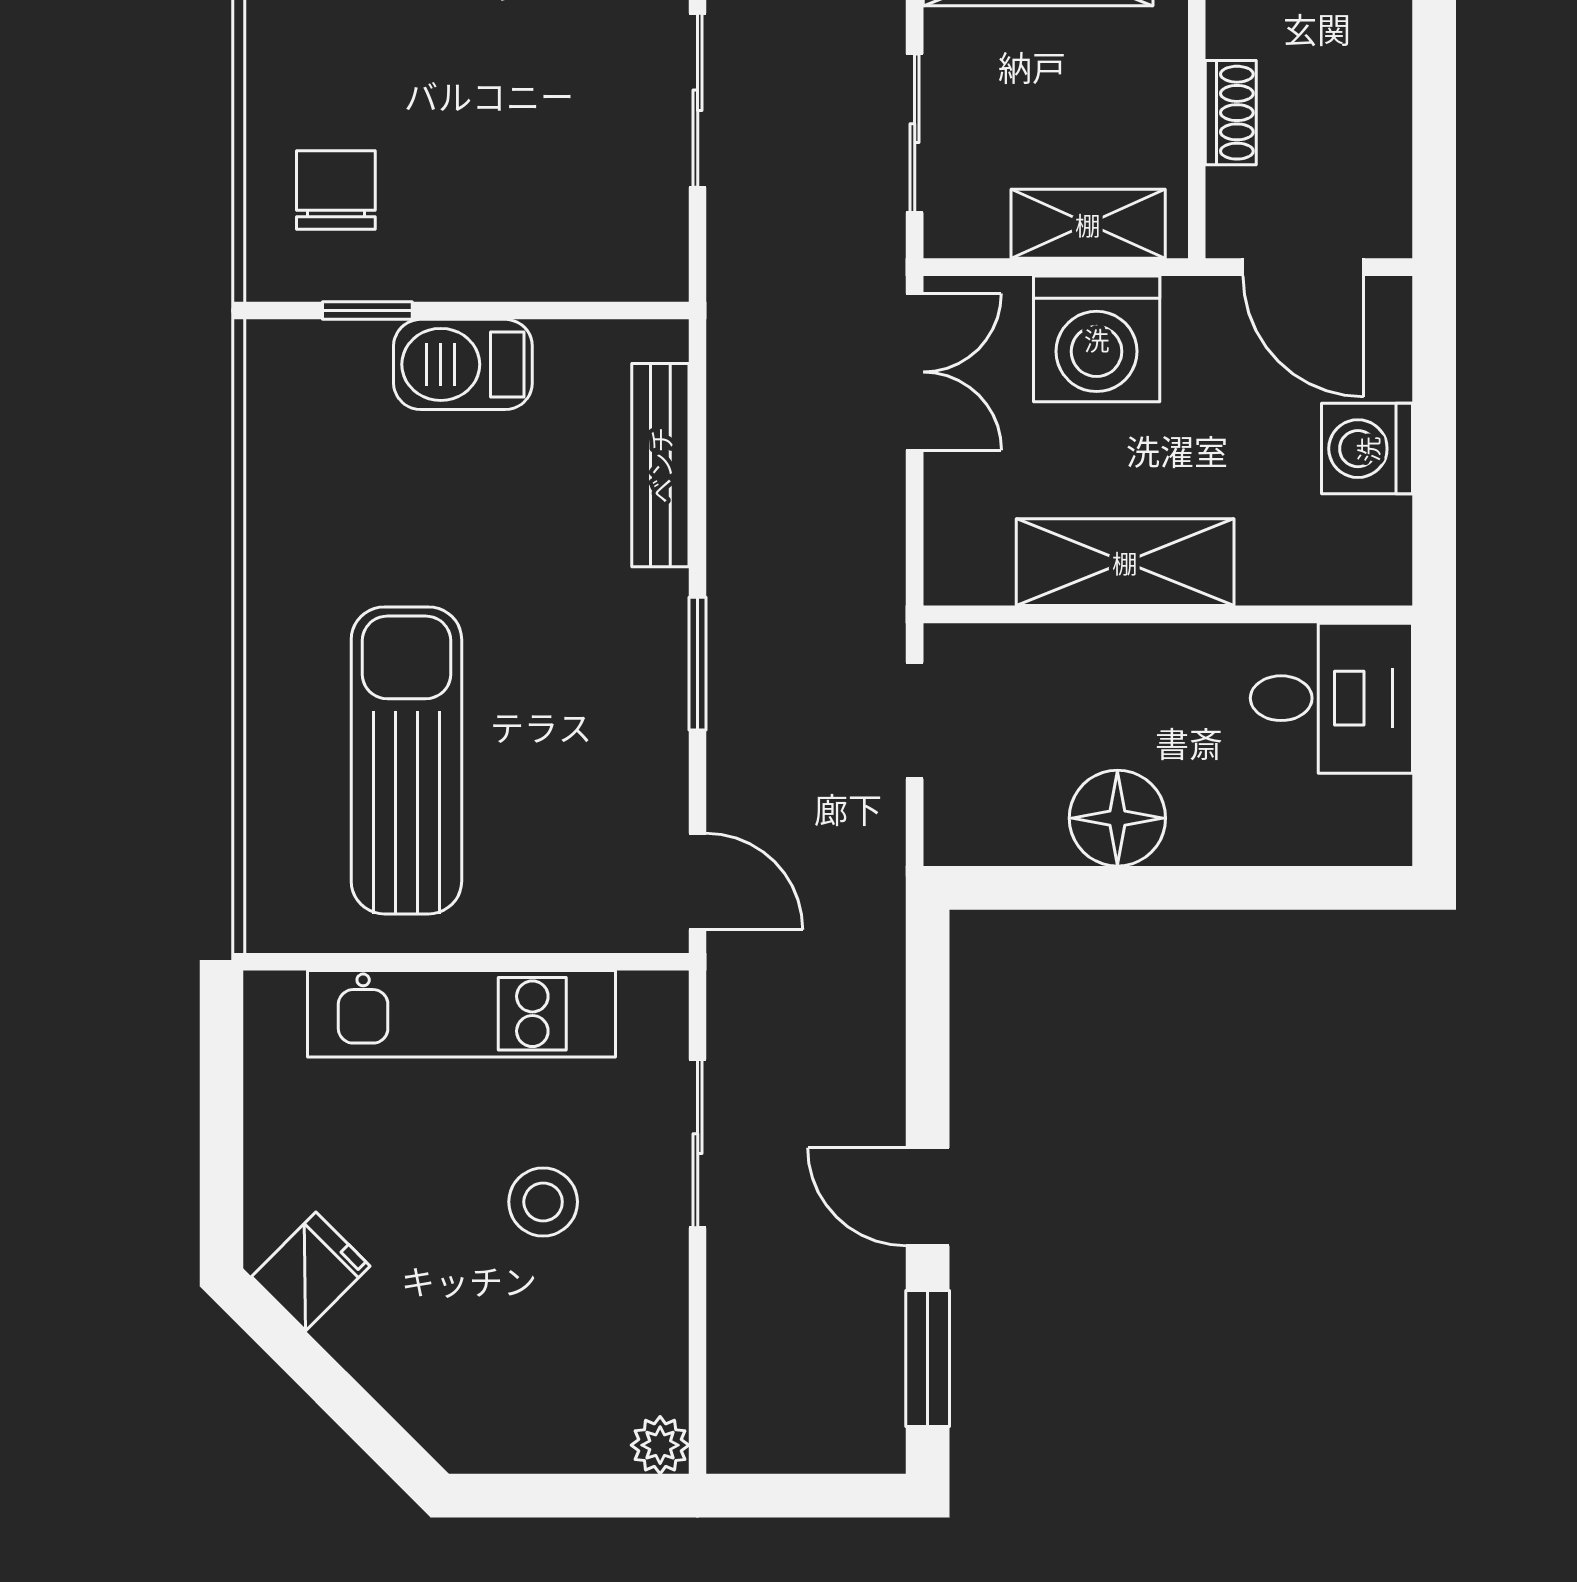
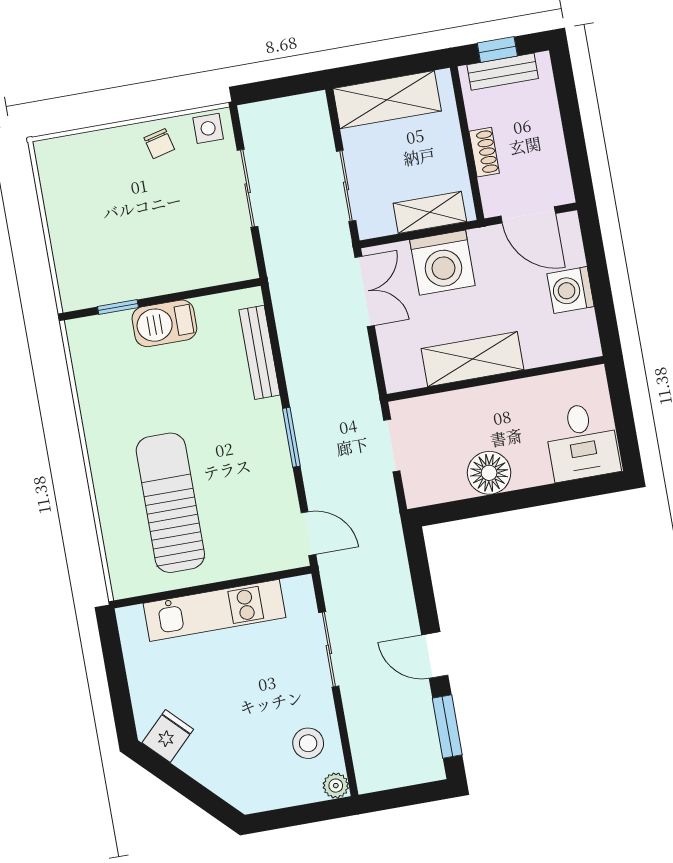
chair: (336, 190) -> (95, 256), removed
desk: (1331, 698) -> (582, 441), moved, turned 90
stool: (543, 1202) -> (308, 743), moved

